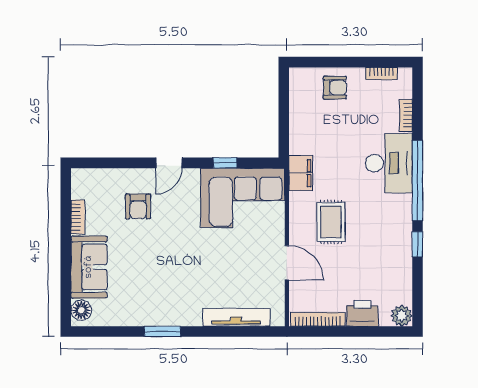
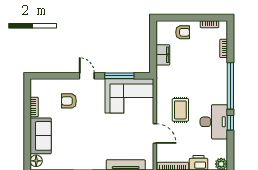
door: (169, 163) -> (87, 76), swing flipped
window: (225, 163) -> (119, 76), width x2.17
desk: (389, 163) -> (214, 122), moved
filing cabinet: (301, 173) -> (163, 55), moved
armchair: (138, 206) -> (69, 101), turned 90

